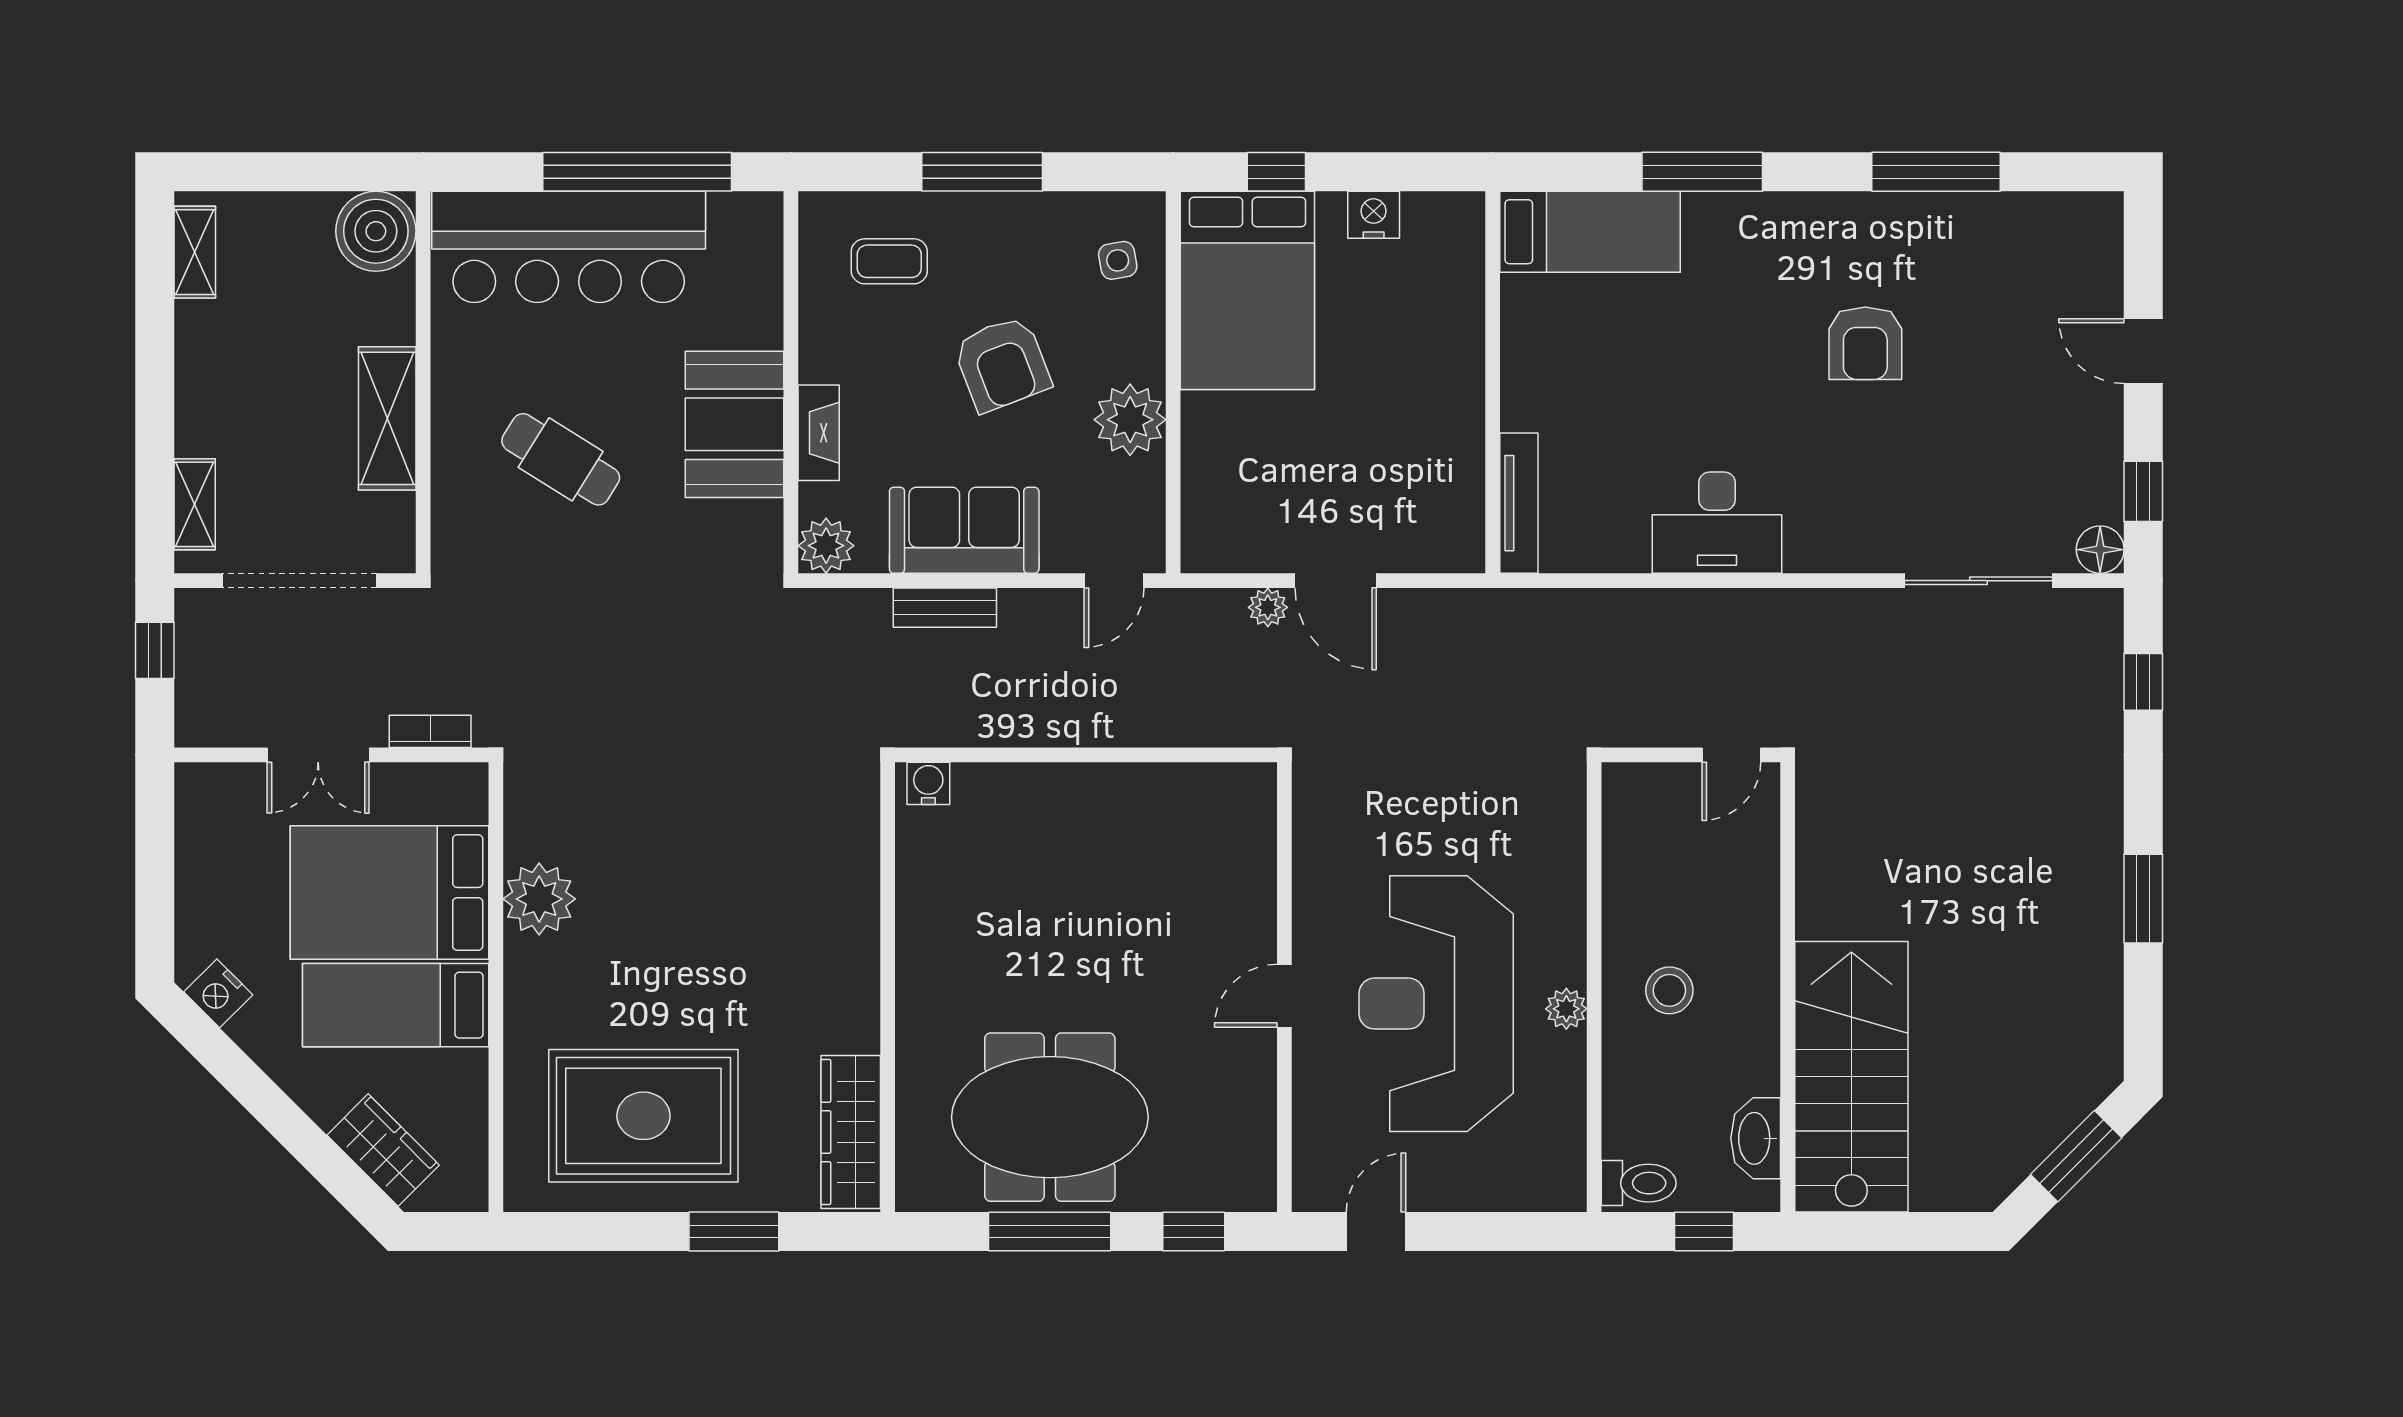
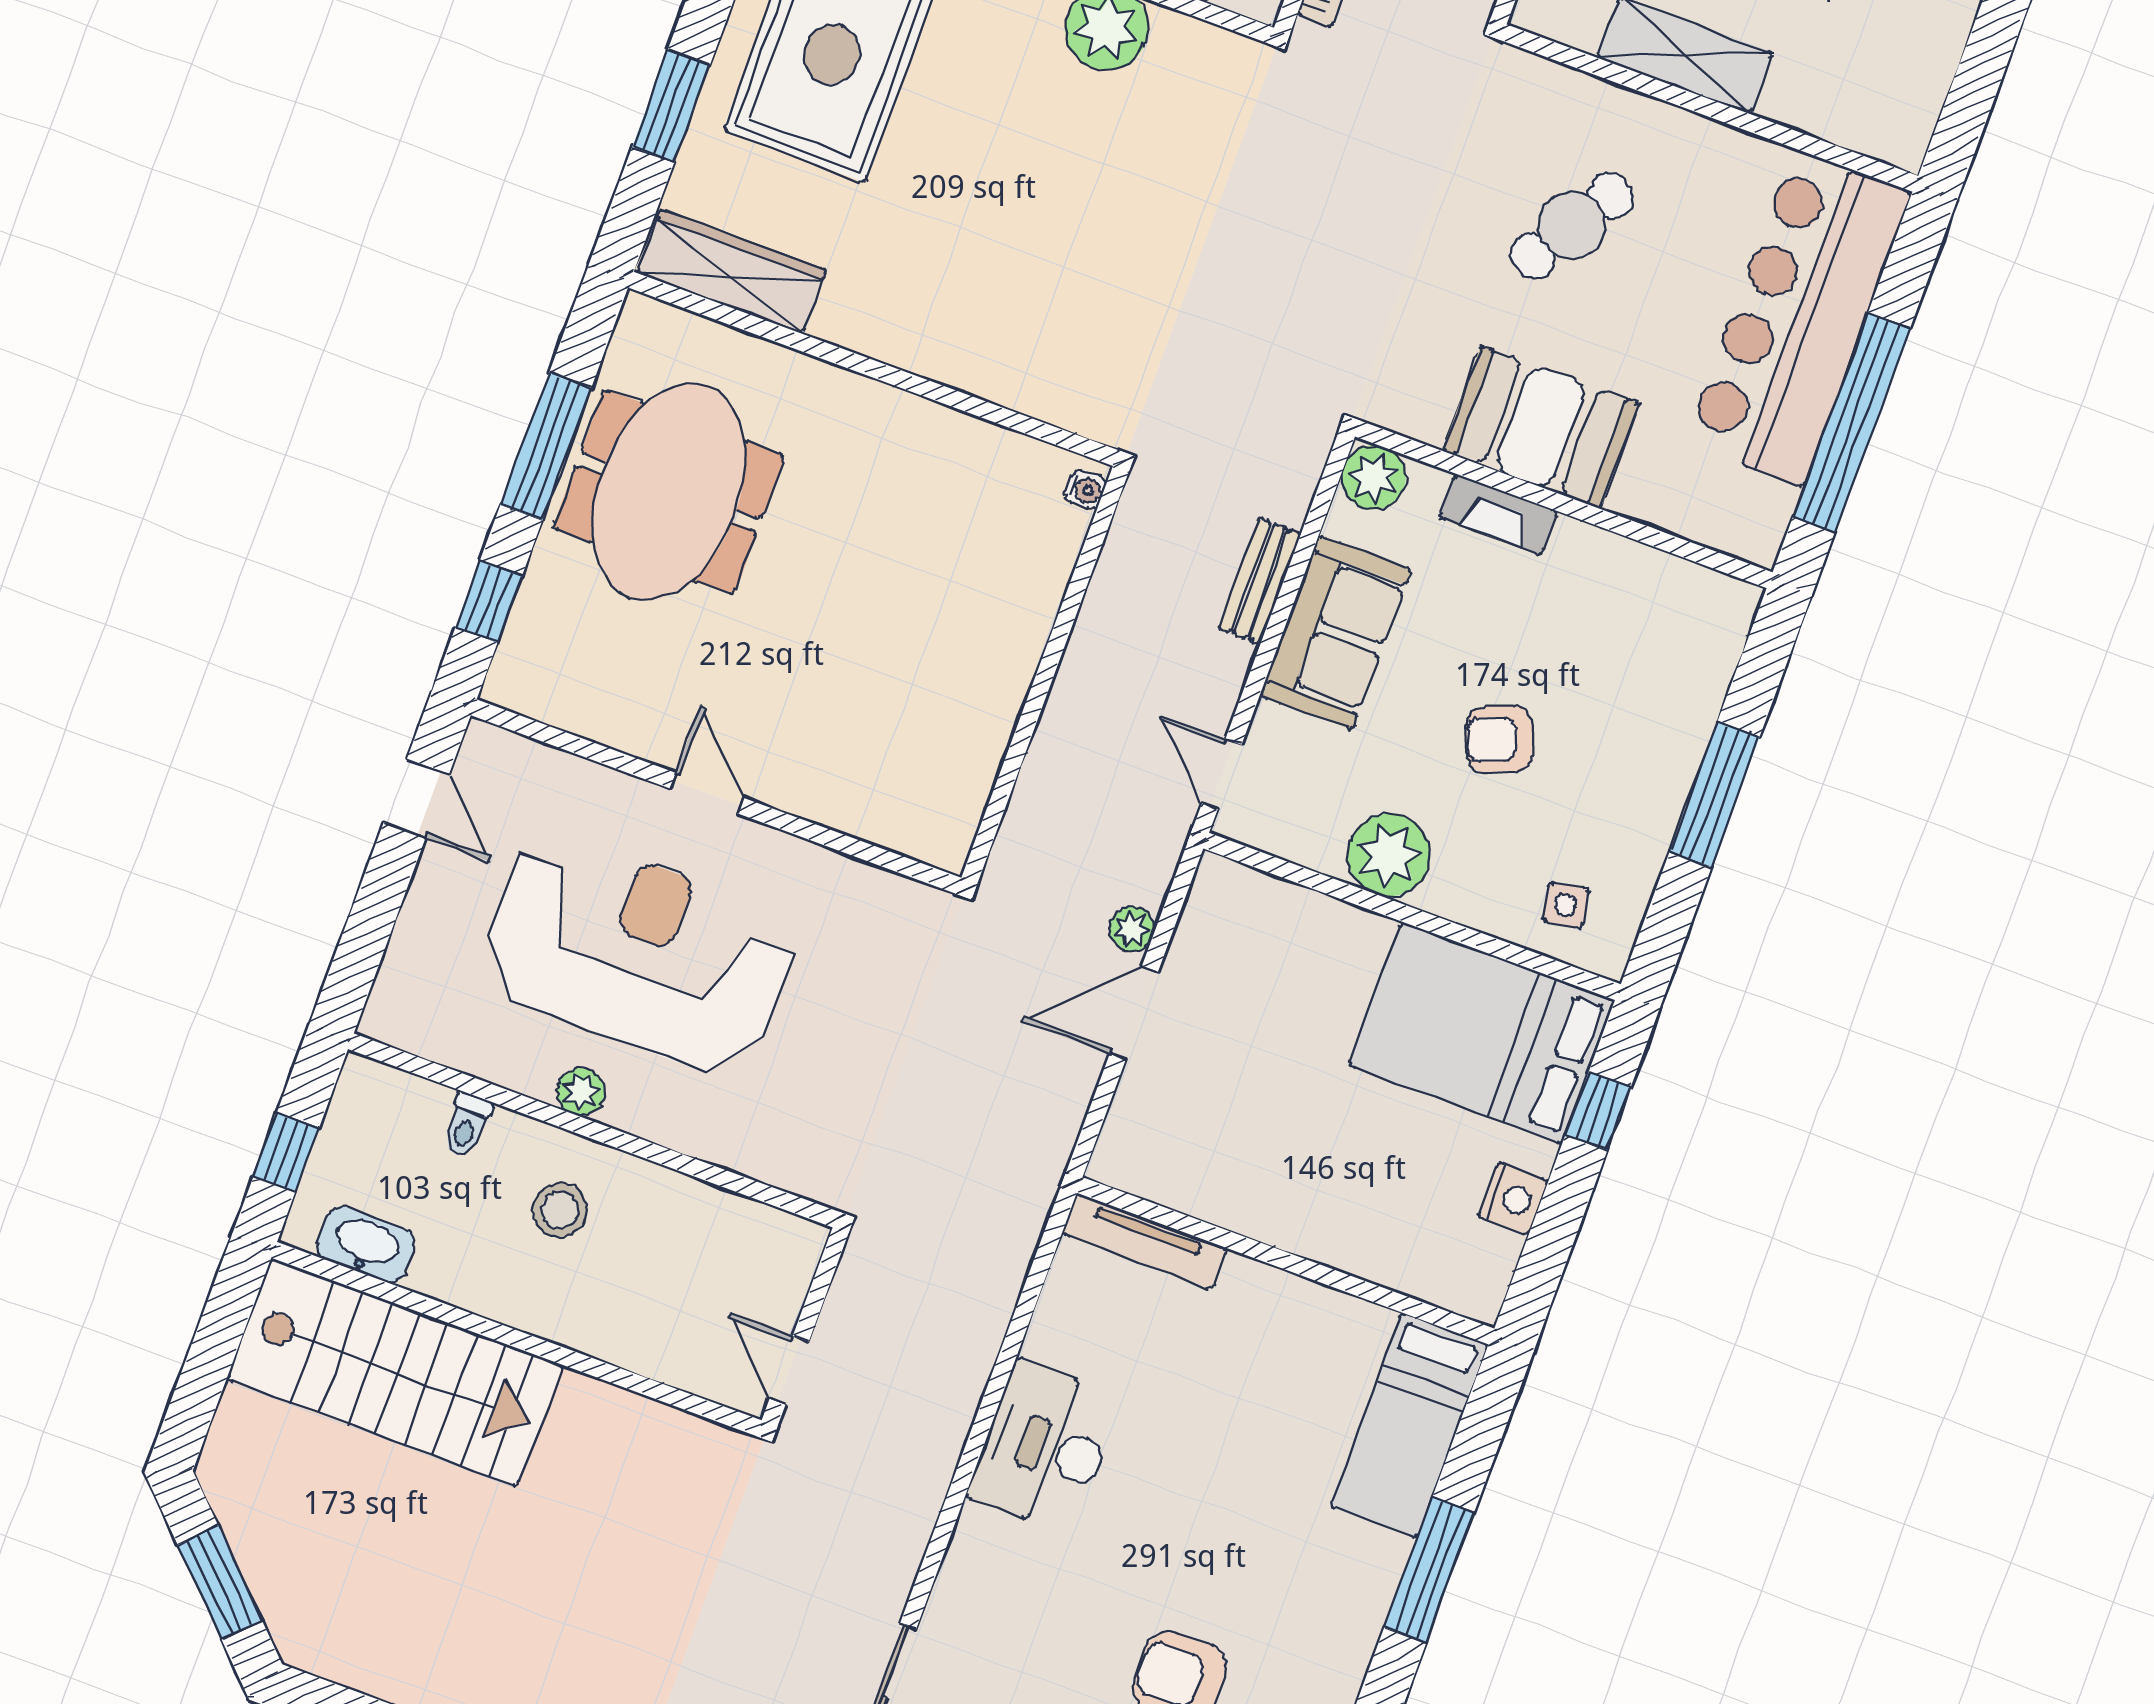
boiler: (376, 231) -> (1891, 117), removed
coffee table: (889, 261) -> (1655, 658), removed
armchair: (1002, 364) -> (1500, 739), width x0.72, depth x0.72
water cooler: (928, 783) -> (1086, 489), width x0.72, depth x0.72
toilet: (1639, 1183) -> (466, 1125), moved, width x0.73, depth x0.72

